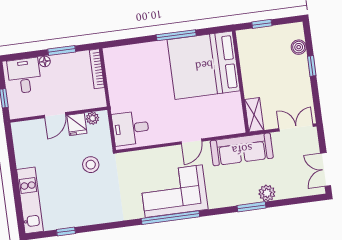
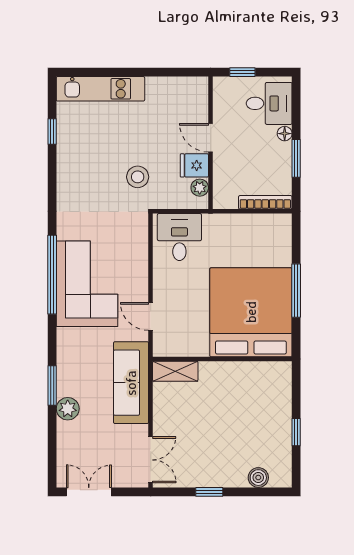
window: (176, 35) -> (296, 291), moved
bed: (204, 65) -> (251, 312), moved
window: (312, 66) -> (209, 492), moved
wall: (241, 82) -> (222, 359), moved
shelving: (254, 115) -> (175, 371), moved

